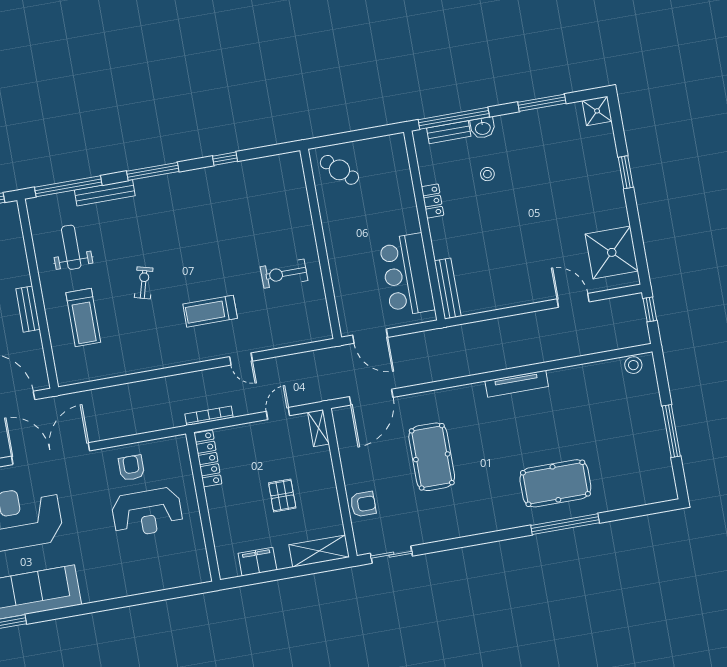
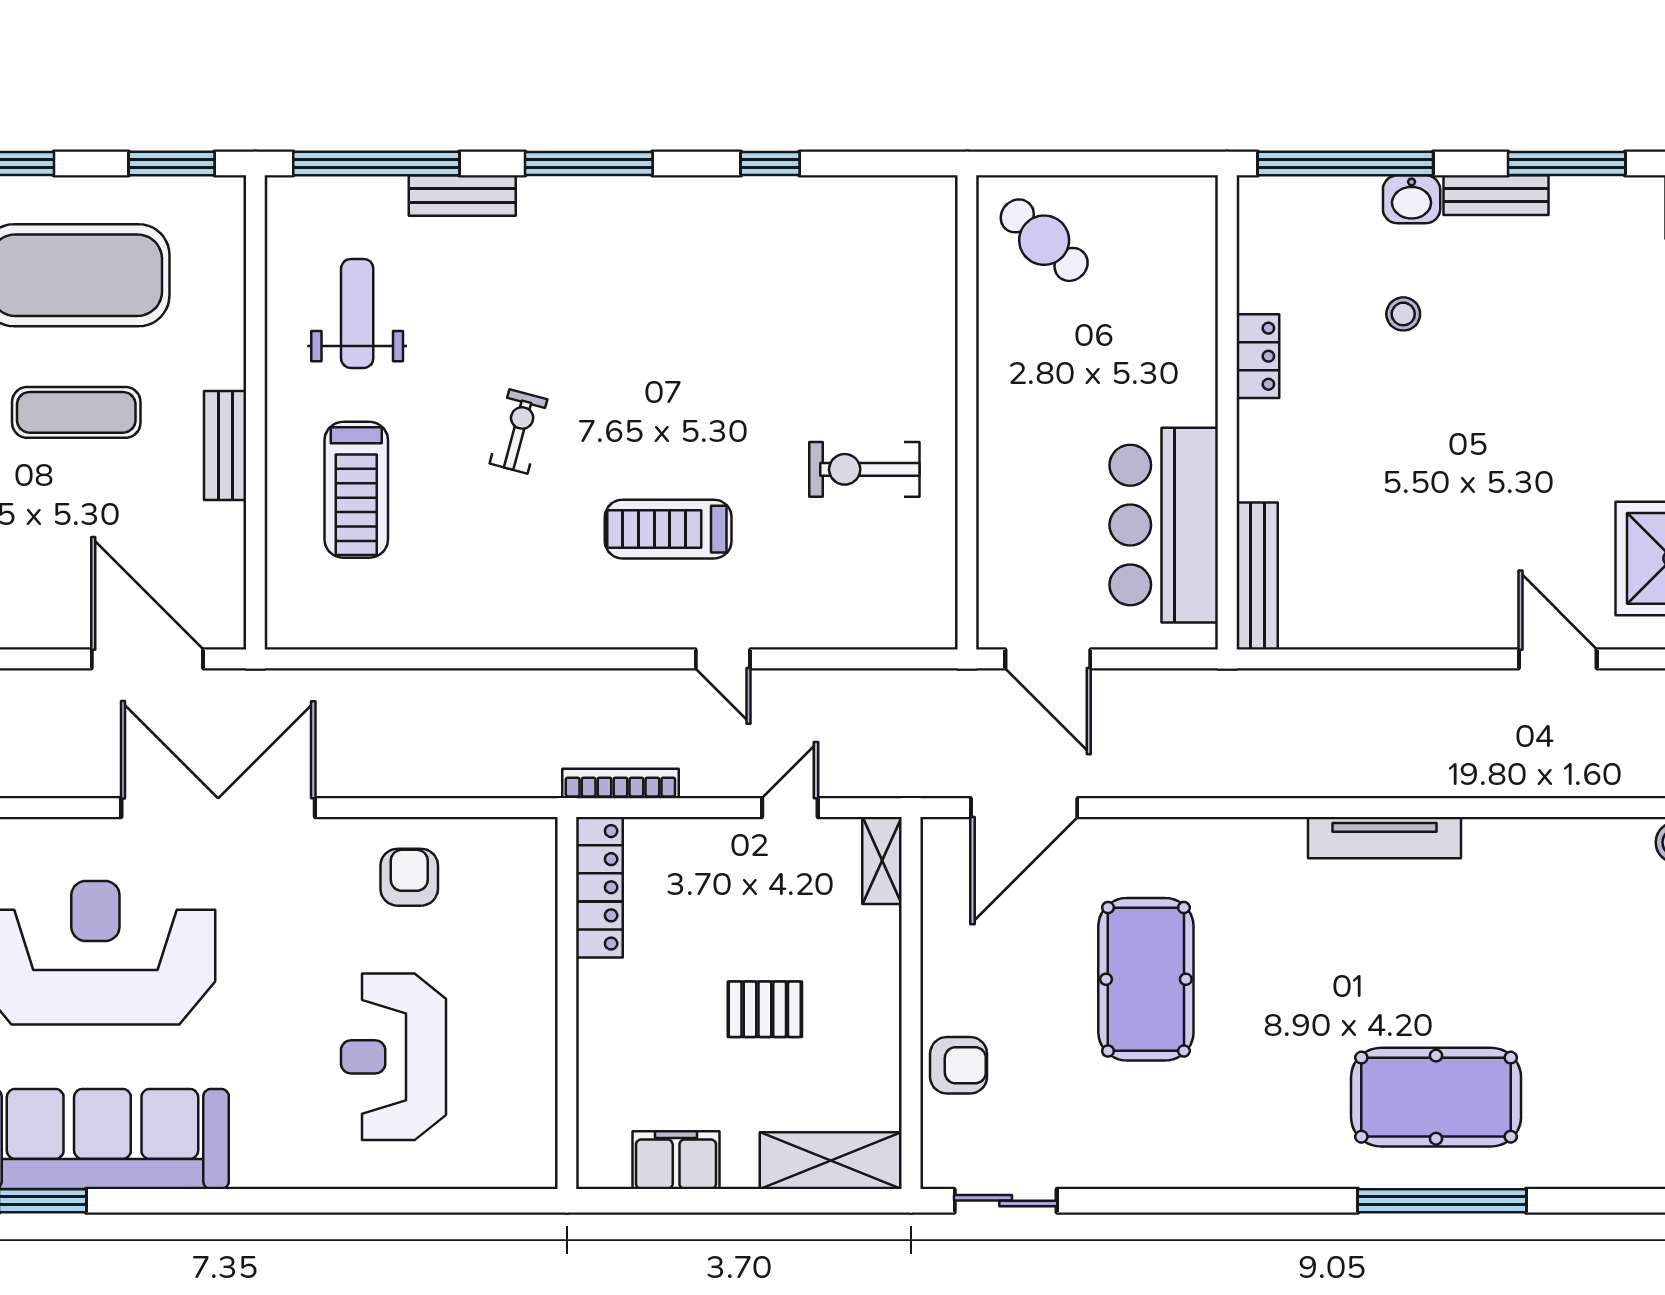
bench: (449, 132) -> (1496, 195), moved
bench: (105, 193) -> (462, 196), width x0.73
pallet: (282, 495) -> (765, 1009), turned 90
reception desk: (147, 512) -> (394, 1057), moved, turned 90

